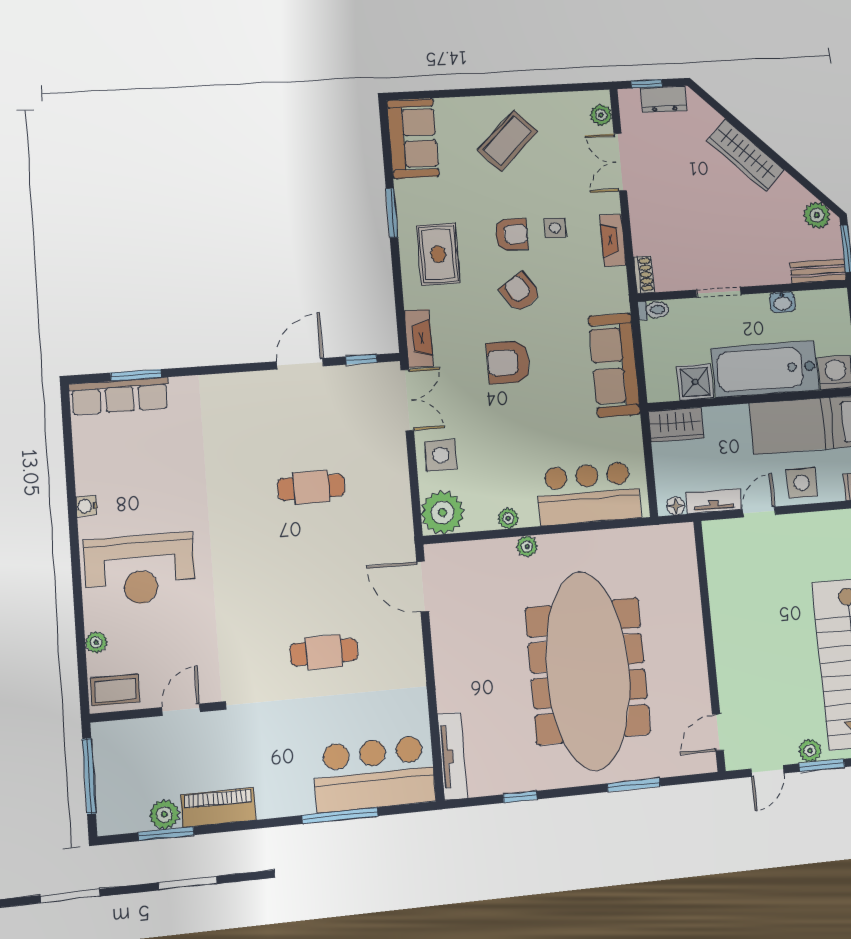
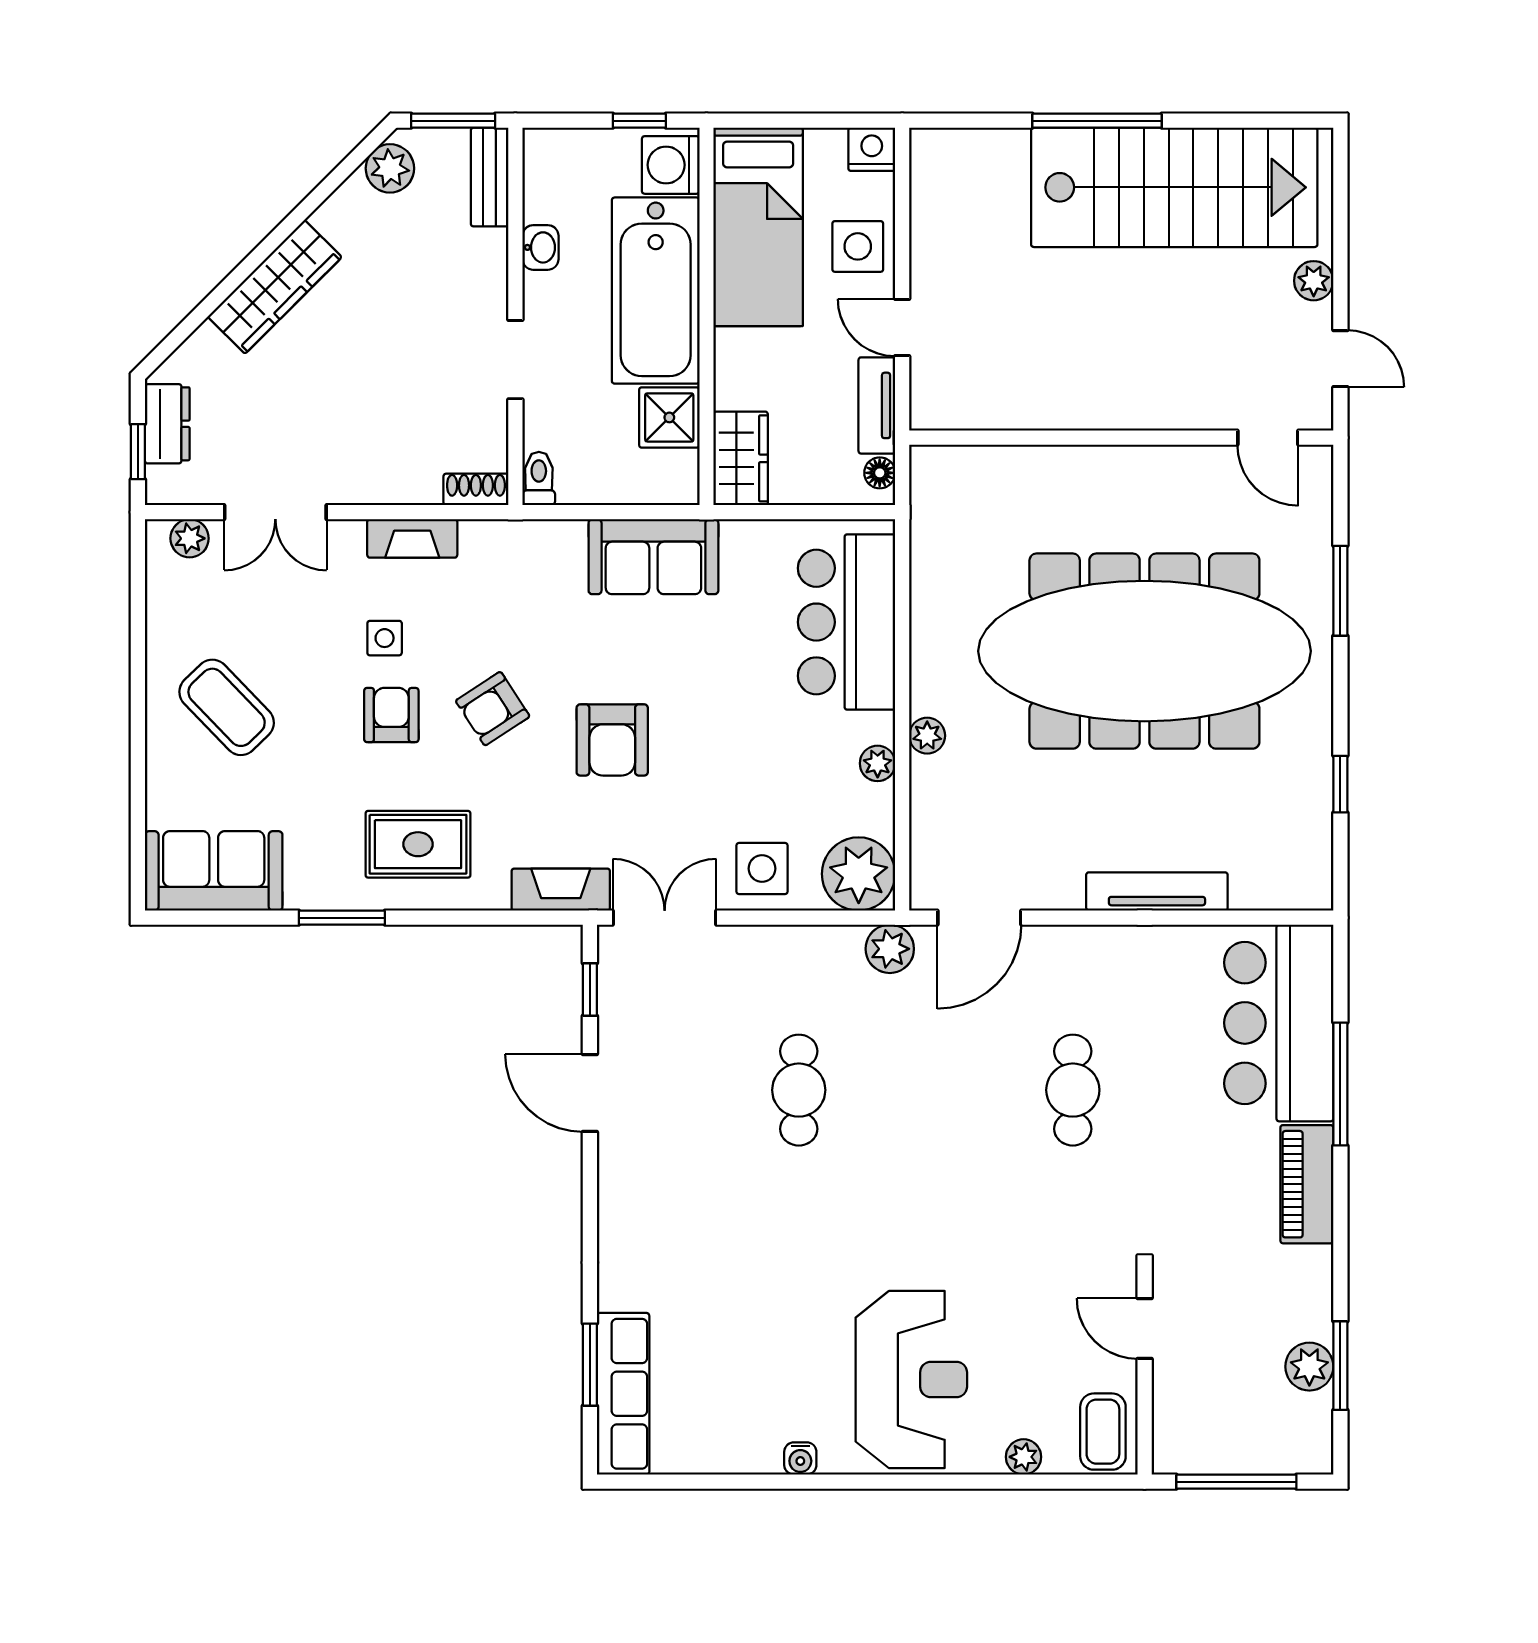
sofa: (614, 365) -> (653, 557), width x0.73
plant: (400, 535) -> (890, 949), added
tv unit: (452, 756) -> (1157, 891), moved
window: (822, 765) -> (1340, 263), removed
piano: (218, 807) -> (1307, 1184), moved

